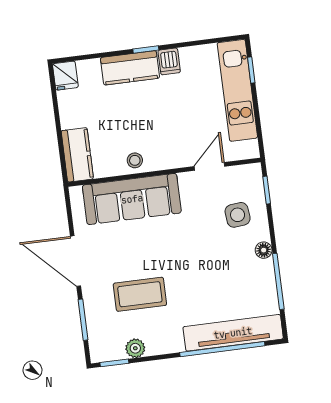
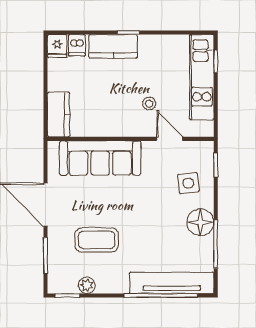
dishwasher: (169, 61) -> (77, 45), moved
stool: (135, 160) -> (149, 104), moved
door: (209, 166) -> (170, 139), hinge flipped
floor lamp: (264, 250) -> (200, 222), width x1.89, depth x1.89

